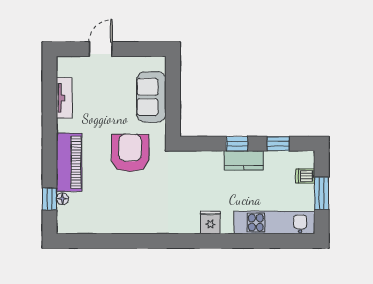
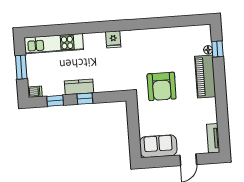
sofa: (151, 97) -> (158, 146), moved, turned -90
tv unit: (64, 98) -> (213, 138), moved
dishwasher: (305, 176) -> (35, 92), moved
fridge: (210, 222) -> (113, 39), moved

